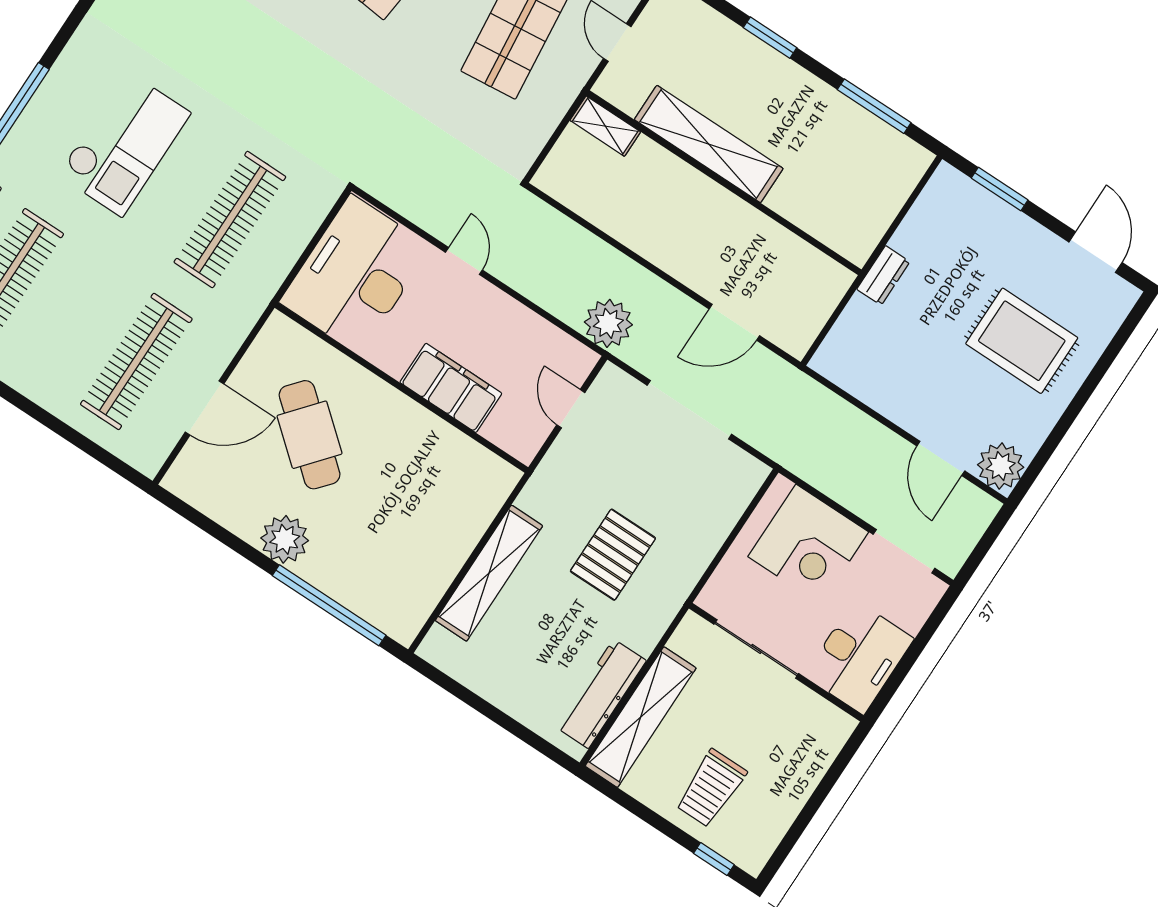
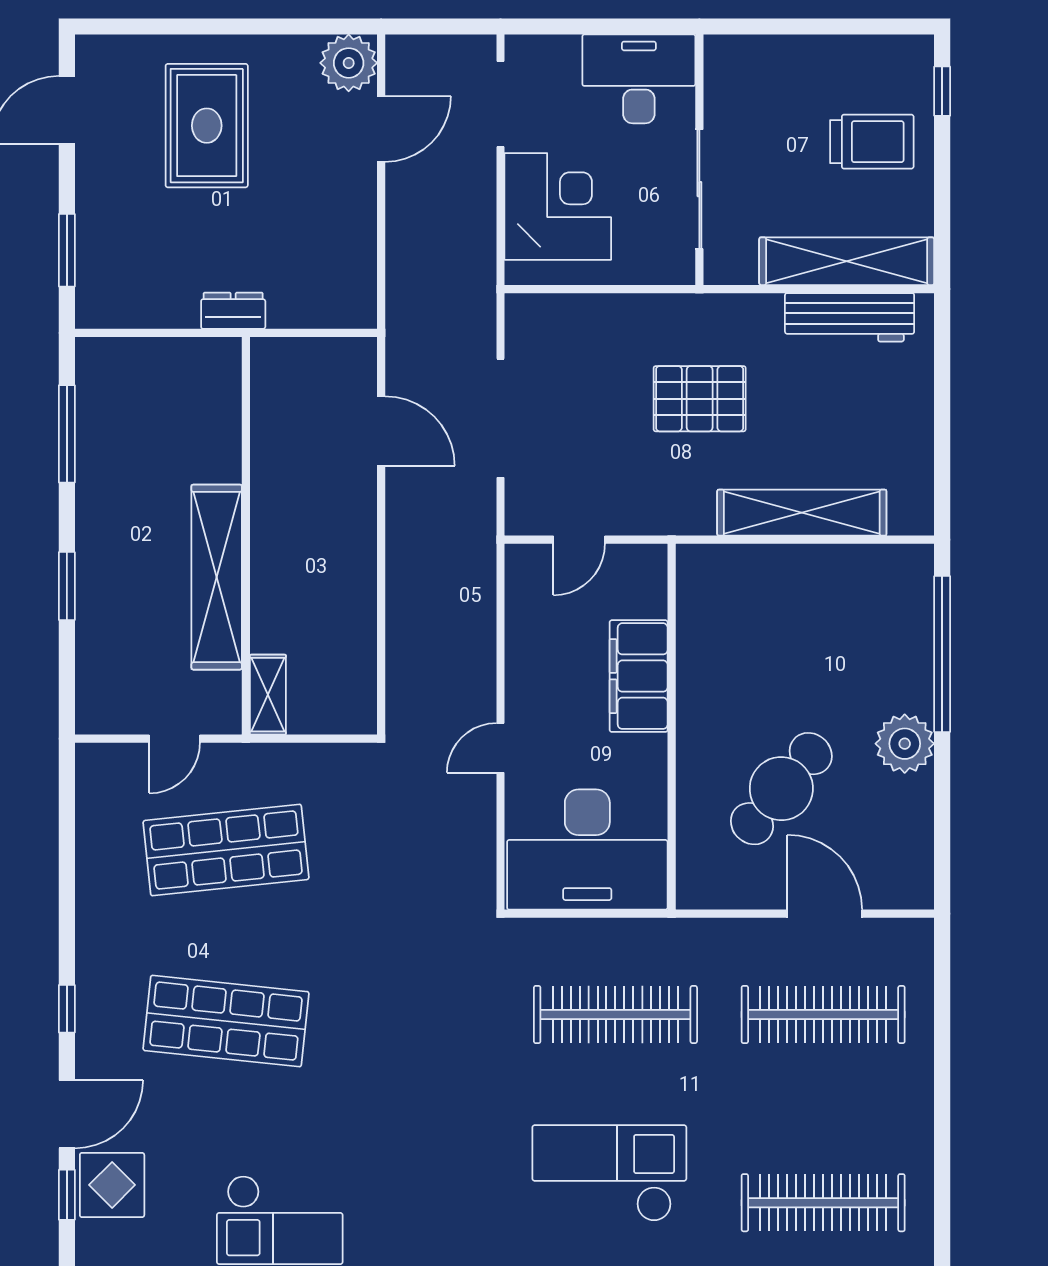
plant: (608, 323) -> (467, 559), removed

